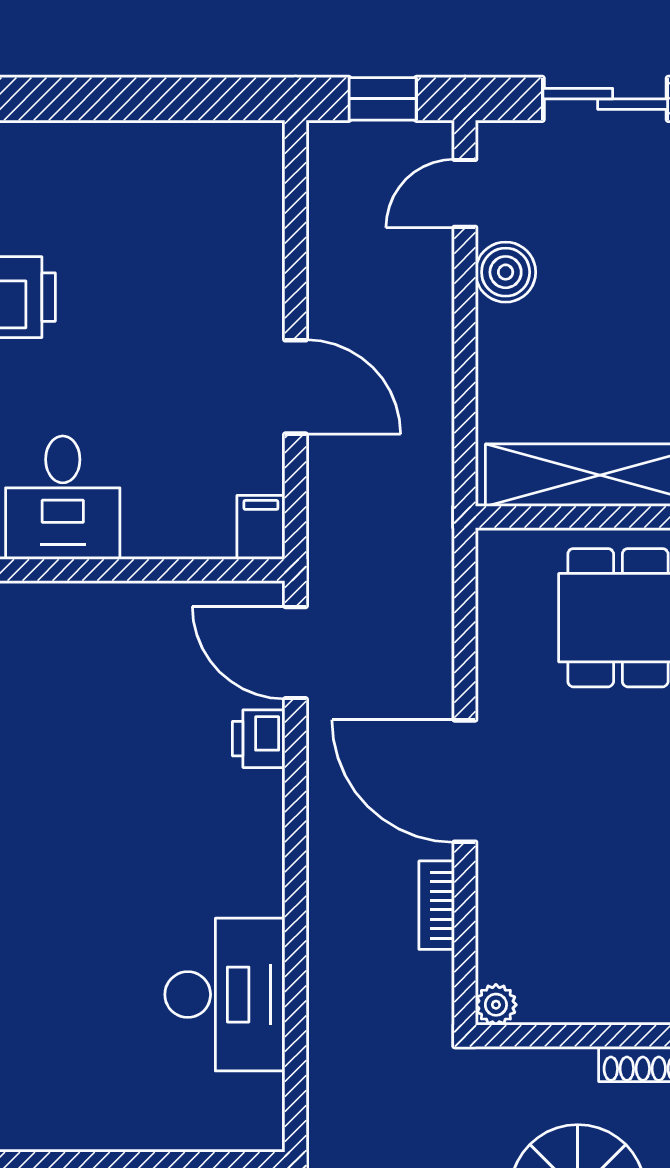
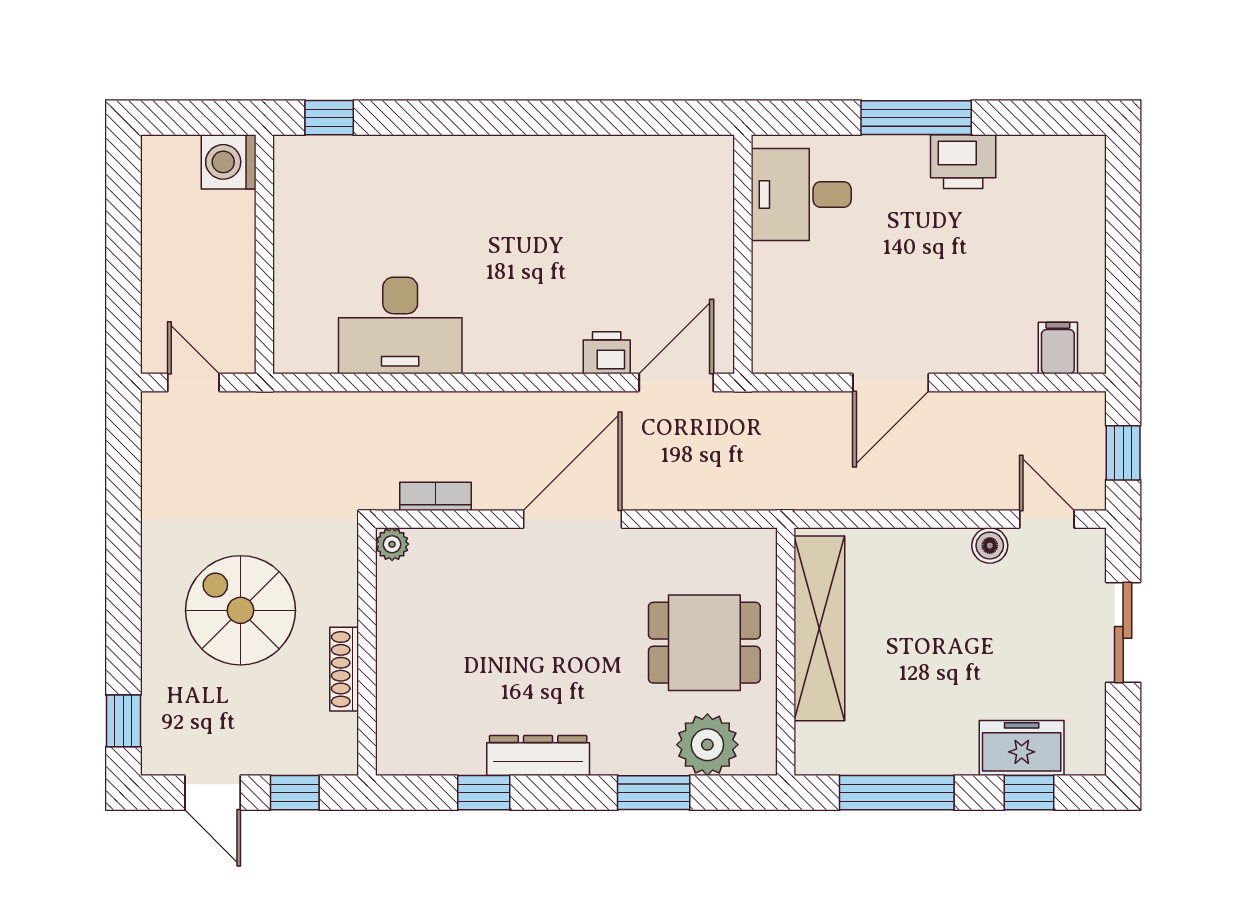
boiler: (506, 272) -> (990, 546), width x0.73, depth x0.73
filing cabinet: (261, 527) -> (1058, 348), moved, turned -90
bookcase: (437, 905) -> (435, 496), moved

